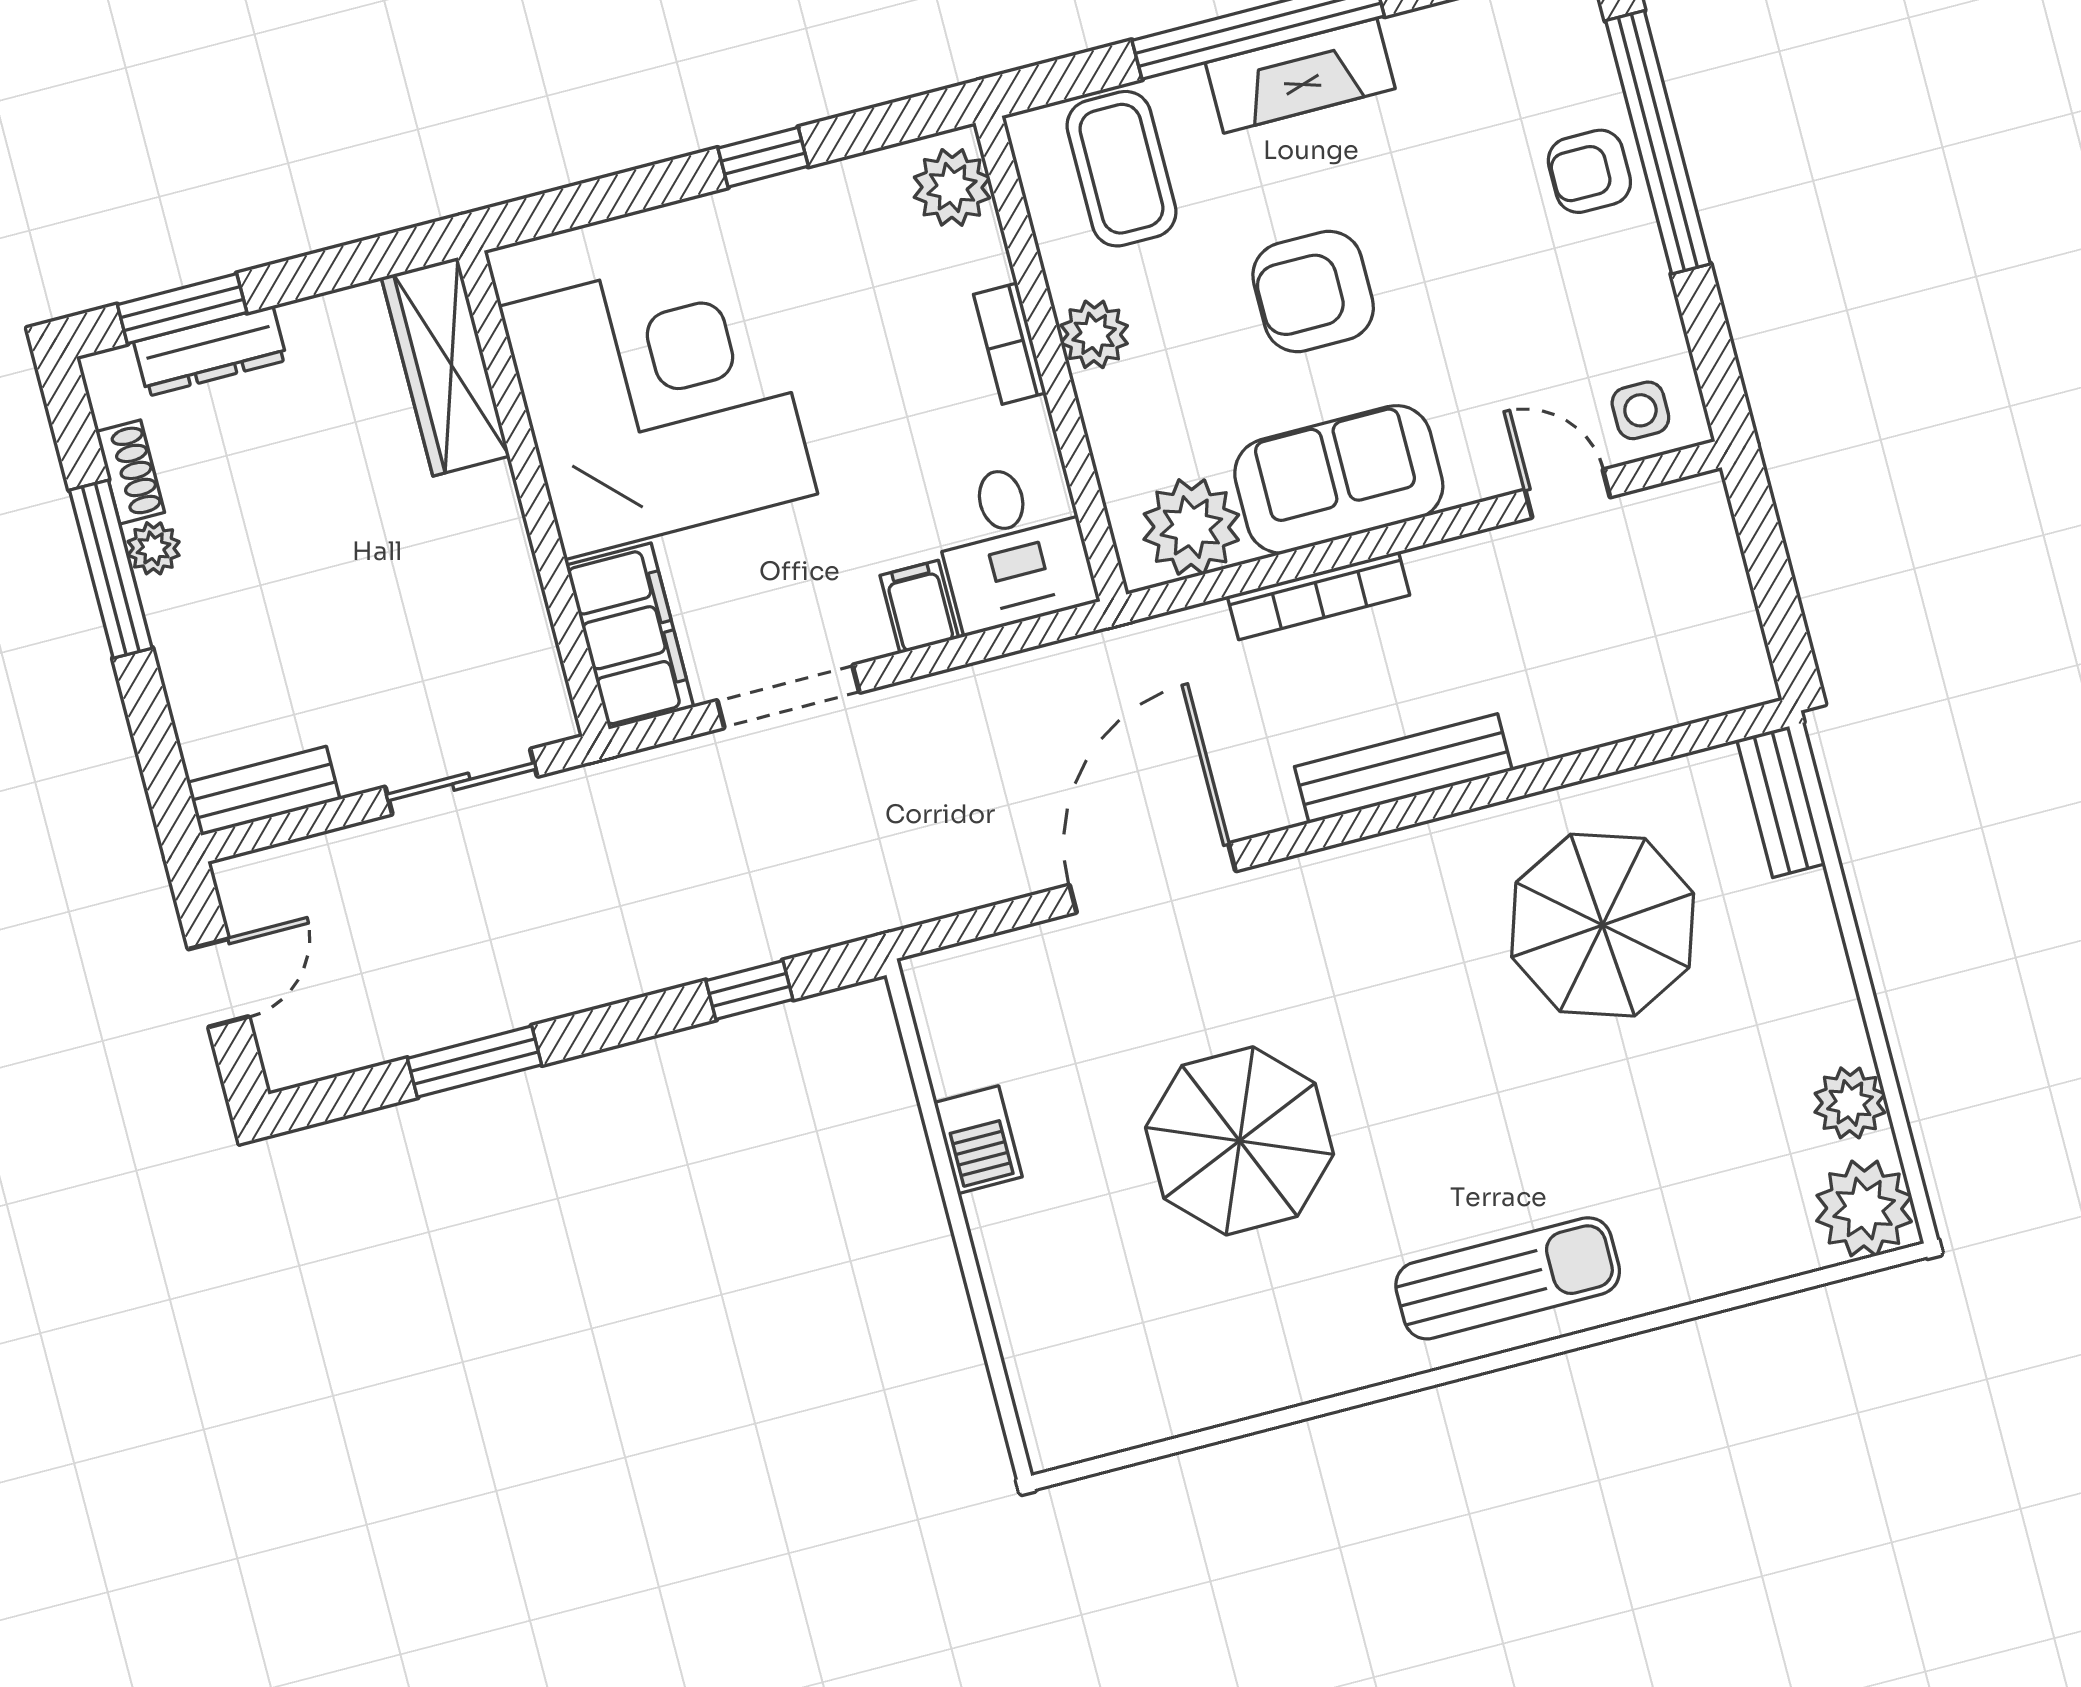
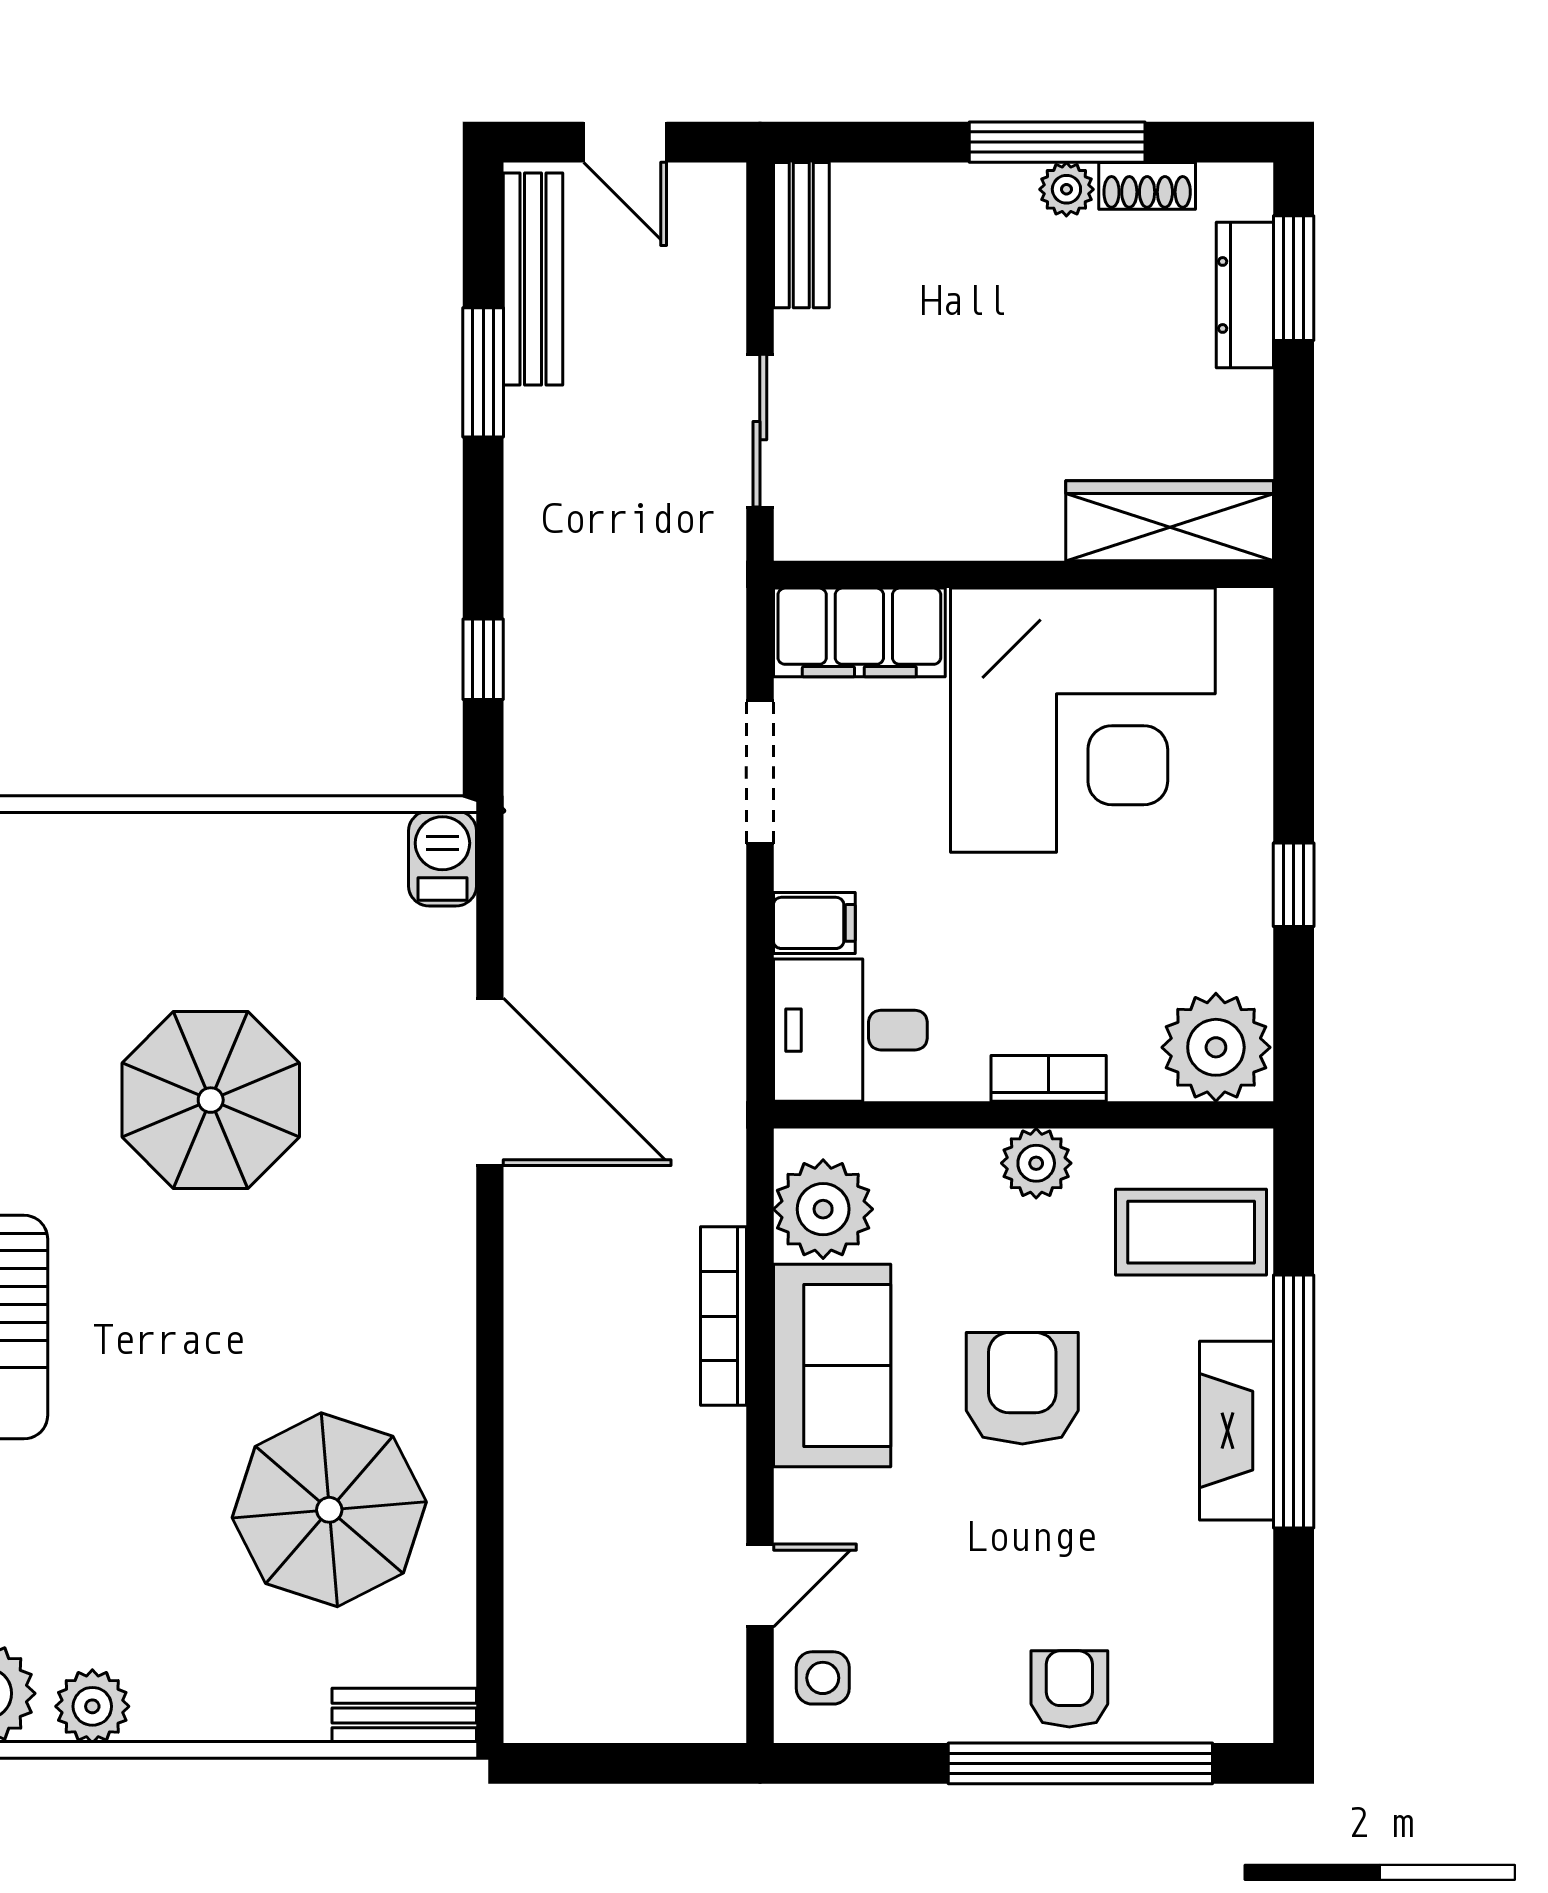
plant: (952, 187) -> (1216, 1047), width x1.36, depth x1.36
bench: (1403, 768) -> (533, 279), moved
barbecue: (978, 1140) -> (442, 858), moved, turned 90

